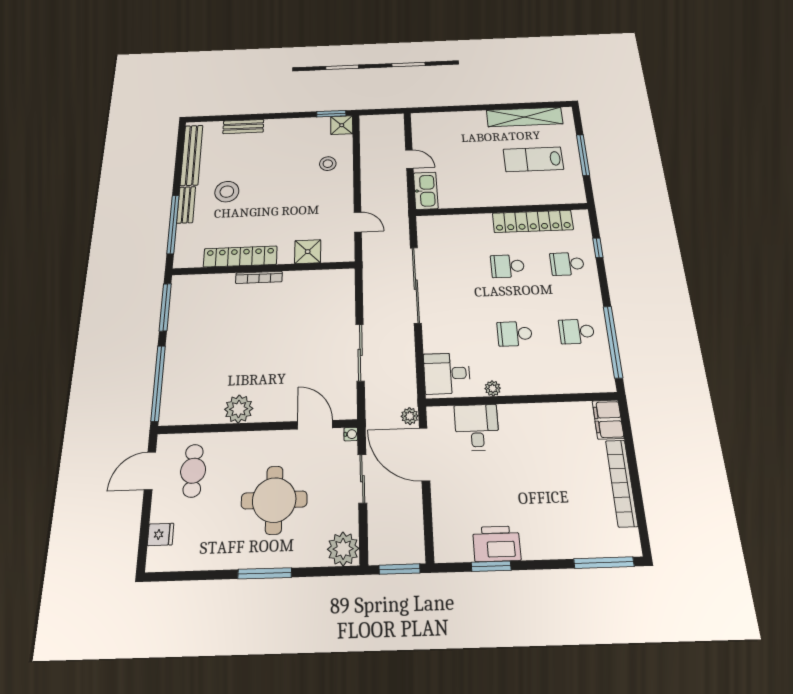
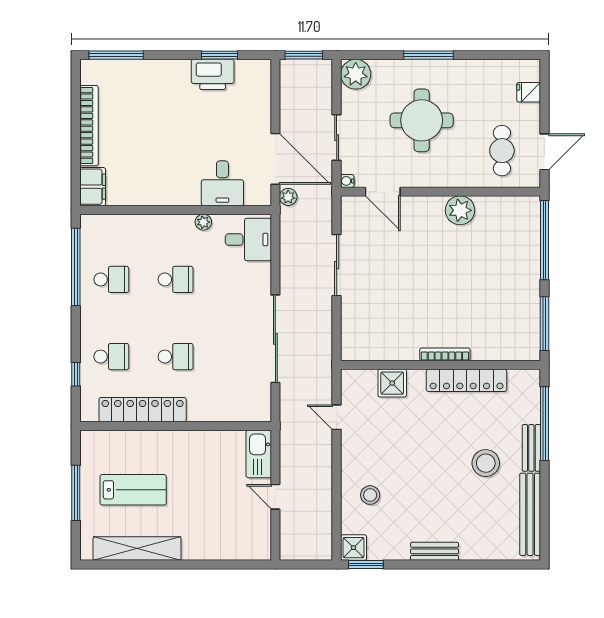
bench: (243, 127) -> (435, 551), moved

